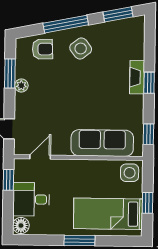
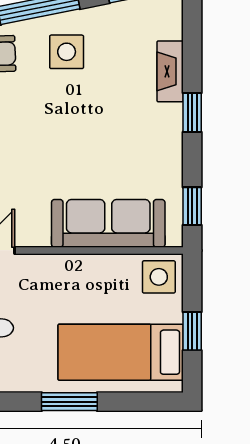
side table: (81, 48) -> (67, 52), turned 38
fireplace: (137, 77) -> (170, 71), moved

